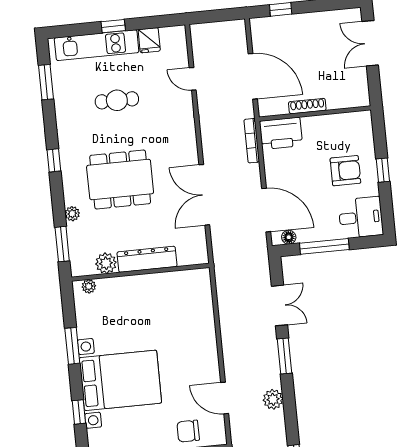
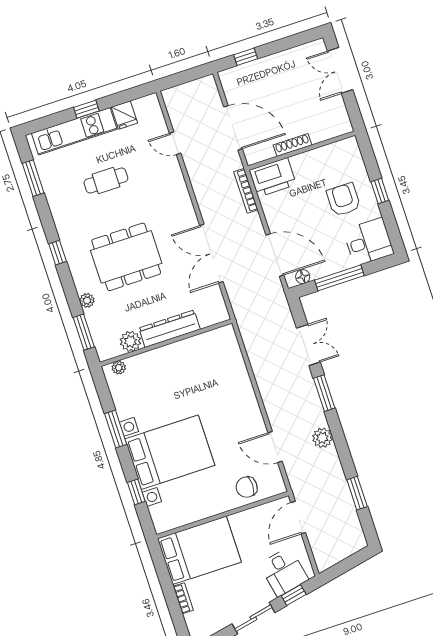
armchair: (345, 171) -> (344, 200), turned -90

